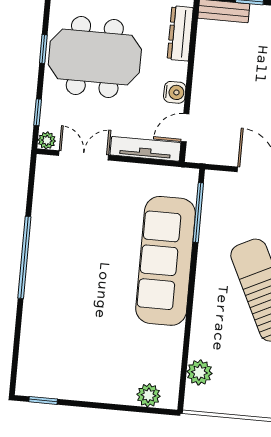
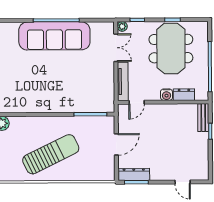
dresser: (180, 33) -> (184, 95), width x0.70
water cooler: (175, 92) -> (167, 95), moved
door: (185, 128) -> (137, 102), swing flipped
sofa: (166, 261) -> (54, 36), moved, turned 180

